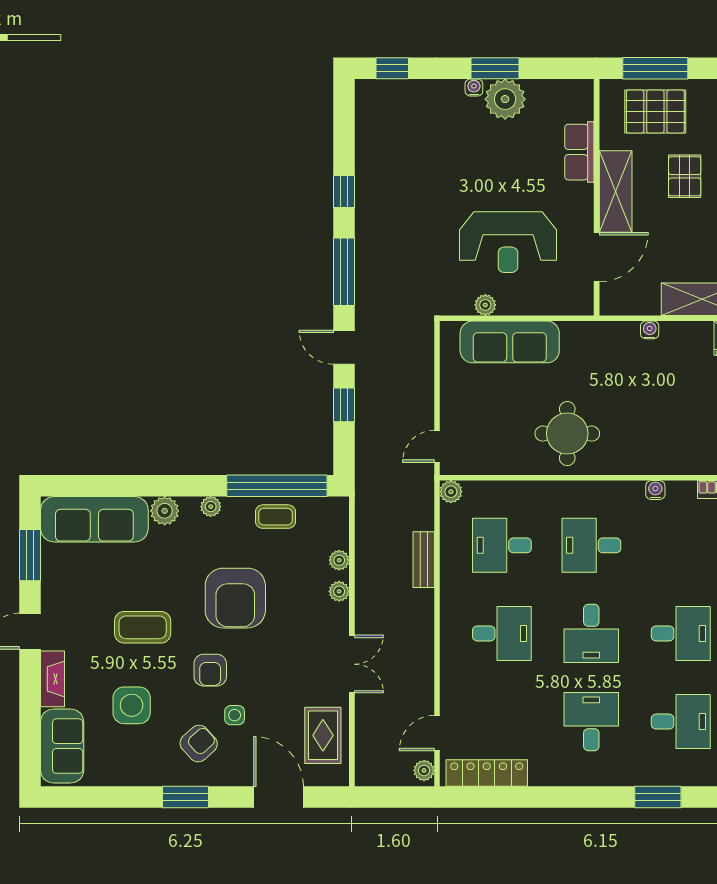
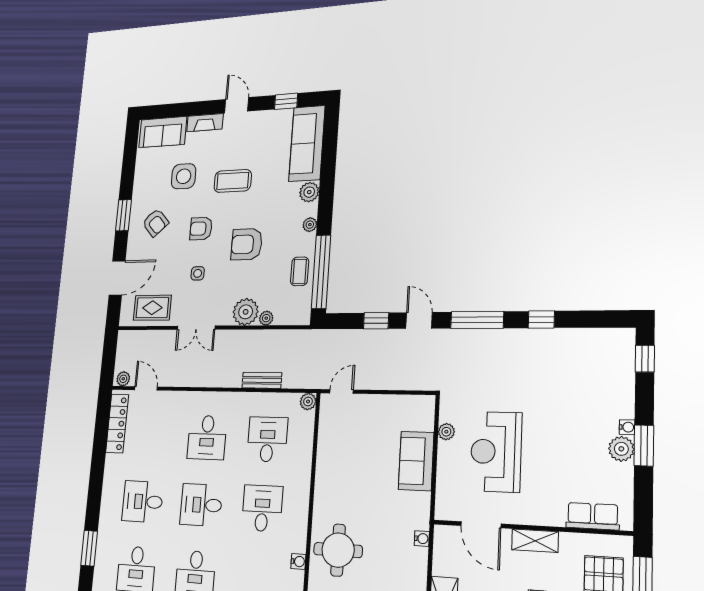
plant: (505, 99) -> (621, 449), width x0.73, depth x0.73
row of seats: (579, 152) -> (593, 516), moved
shelving: (616, 191) -> (535, 541), width x0.67, depth x0.75
water cooler: (650, 330) -> (422, 539), moved
sofa: (510, 342) -> (416, 461), width x0.73
door: (344, 347) -> (419, 320), hinge flipped
round table: (567, 434) -> (338, 550), moved
door: (437, 446) -> (341, 391), hinge flipped
window: (30, 555) -> (286, 101), width x0.67
plant: (339, 591) -> (246, 312), width x1.88, depth x1.88
armchair: (235, 598) -> (247, 244), width x0.73, depth x0.73
coffee table: (143, 627) -> (233, 181), turned 90
side table: (235, 715) -> (198, 273), moved
desk: (591, 722) -> (143, 502), turned 180

